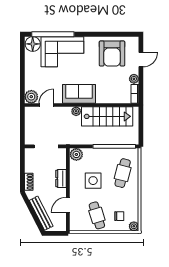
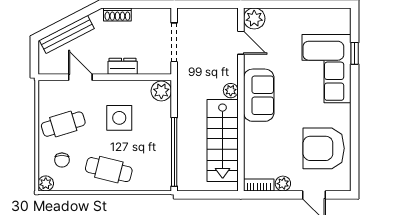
window: (53, 34) -> (355, 53), width x0.32
floor lamp: (33, 44) -> (339, 21), removed
cafe table: (123, 173) -> (109, 170), moved

